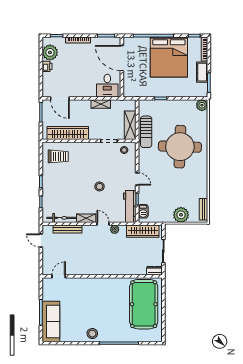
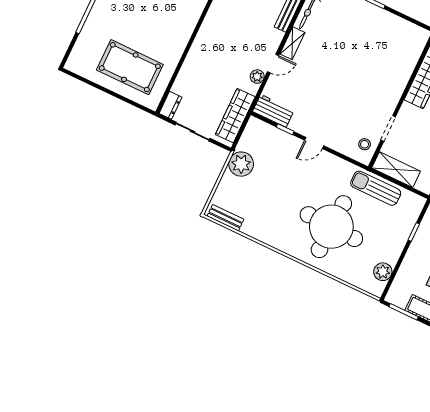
plant: (202, 105) -> (383, 272), moved
trolley: (58, 156) -> (400, 45), removed
stool: (100, 186) -> (329, 84), removed
workbench: (130, 206) -> (273, 111), width x0.73
barbecue: (143, 211) -> (264, 130), removed
plant: (181, 215) -> (241, 164), moved
pool table: (144, 304) -> (130, 67), width x0.73, depth x0.76

